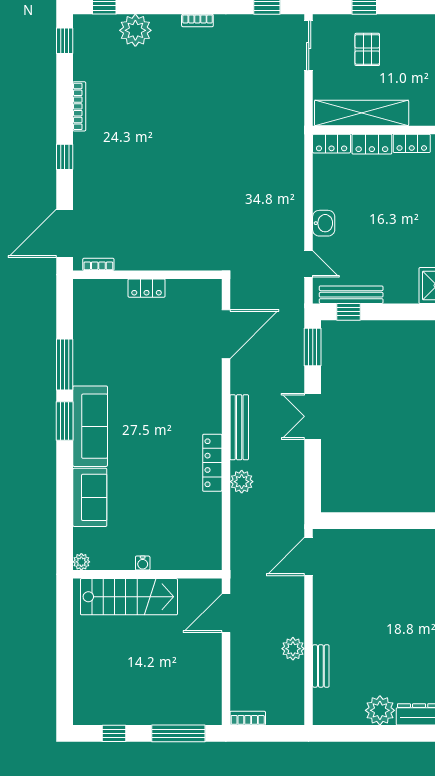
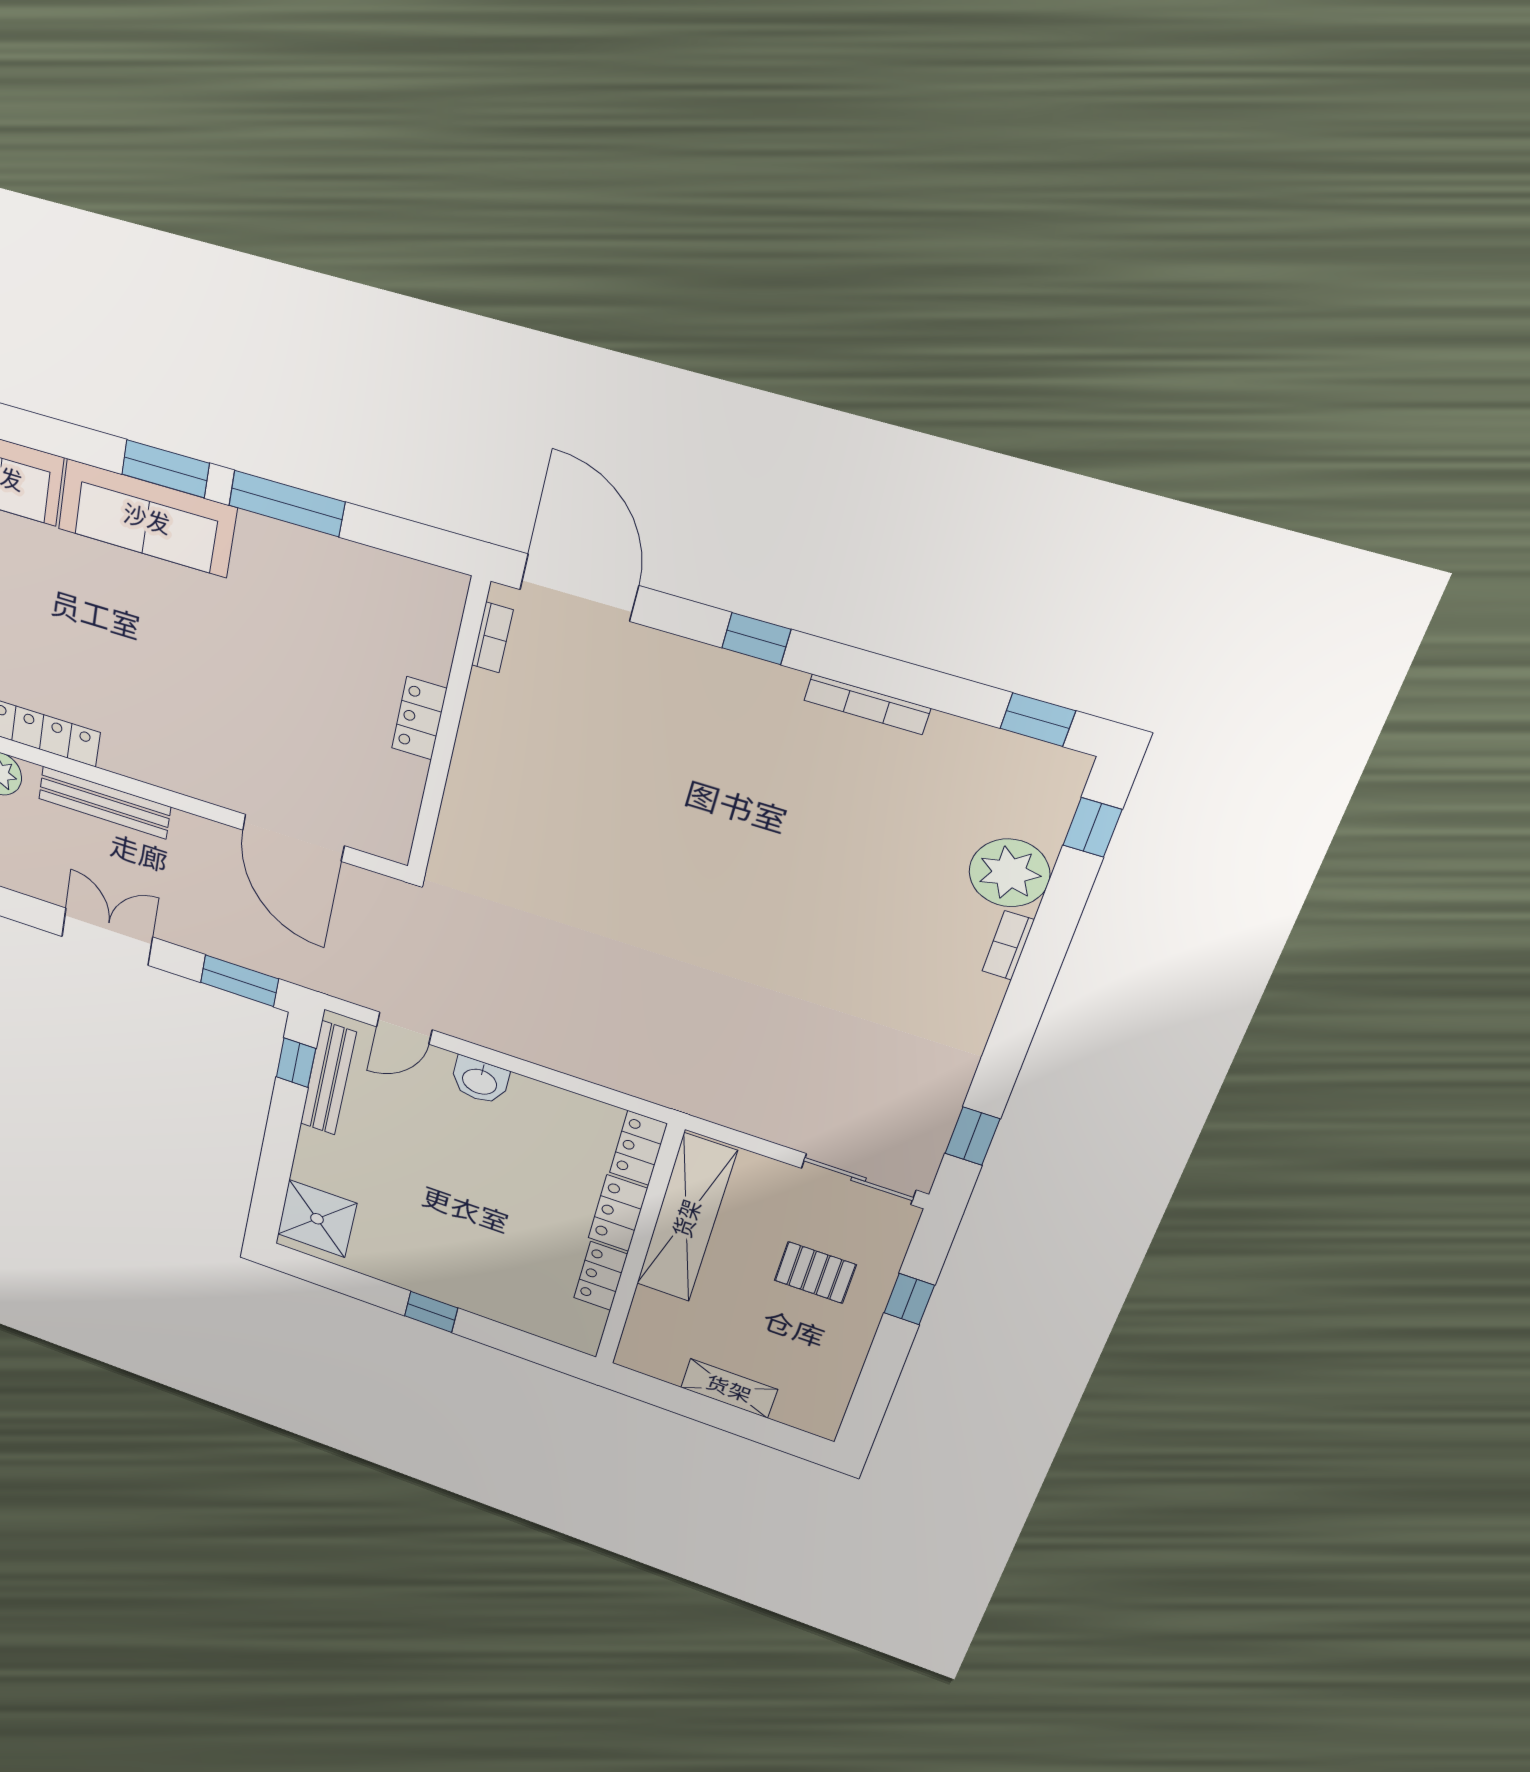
bookcase: (197, 21) -> (1008, 945), moved

